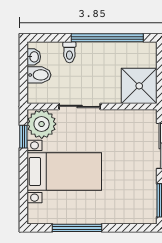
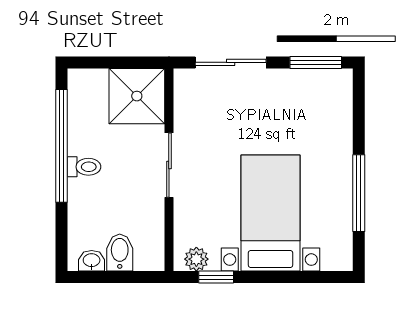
toilet: (69, 52) -> (84, 167), moved
sliding door: (80, 106) -> (169, 165), moved
plant: (42, 124) -> (196, 259), width x0.53, depth x0.53

